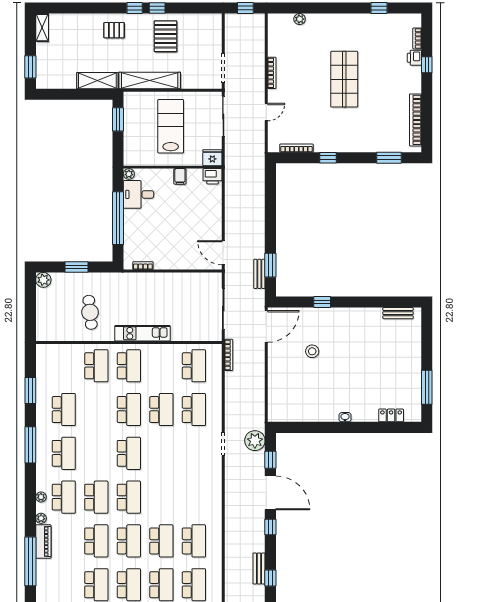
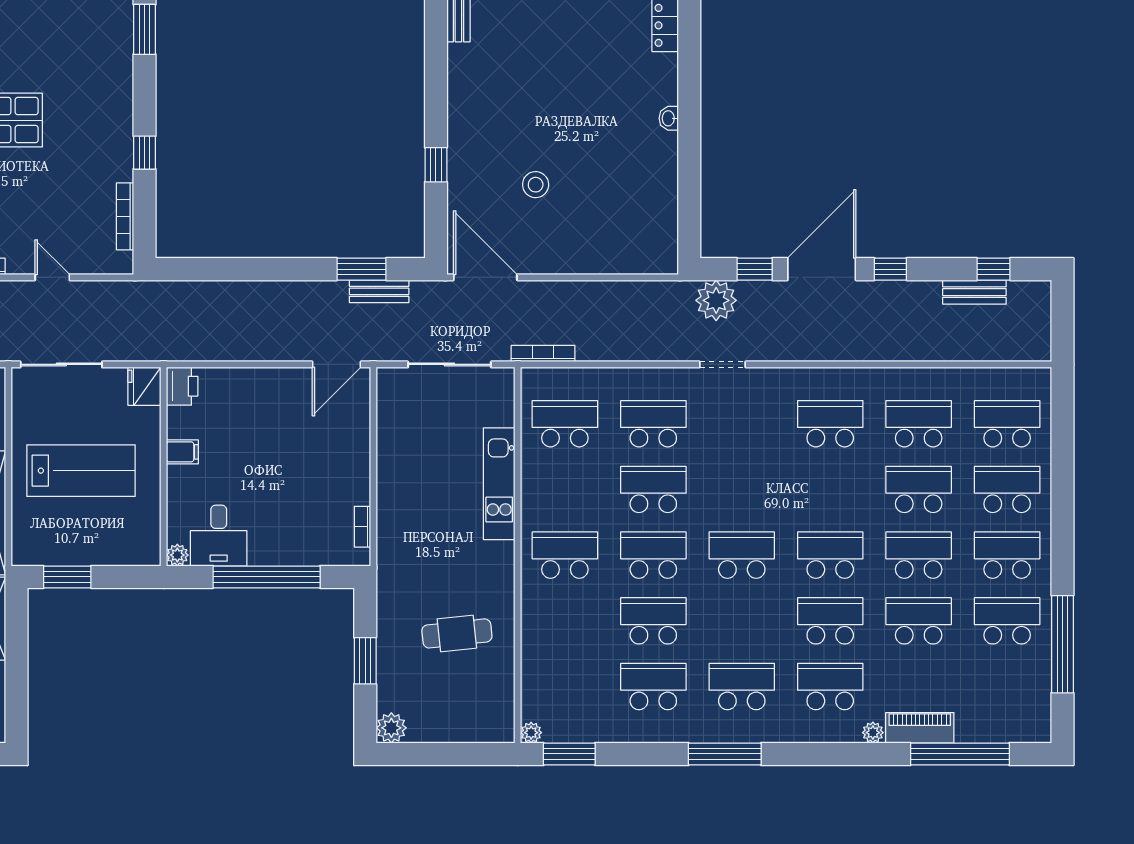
lab bench: (171, 126) -> (81, 471), turned 180
kitchen unit: (143, 333) -> (499, 484), moved
school desk: (96, 366) -> (653, 621), moved
window: (30, 390) -> (569, 754), moved
plant: (41, 497) -> (531, 733), moved
school desk: (194, 497) -> (830, 424), added

